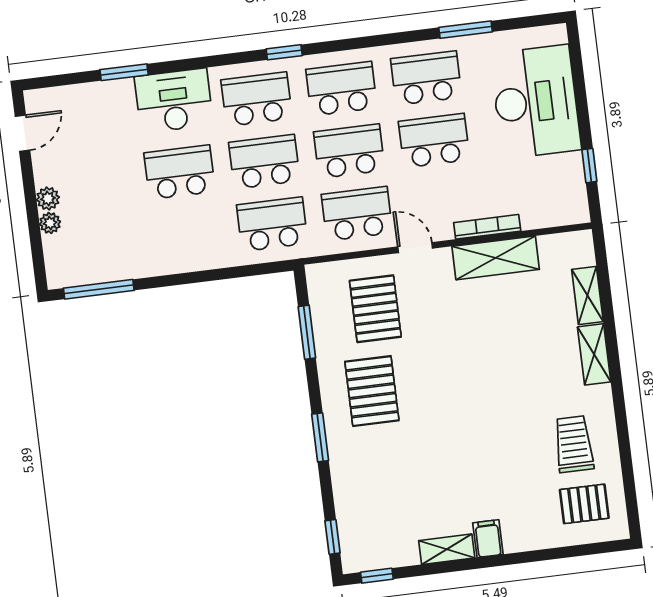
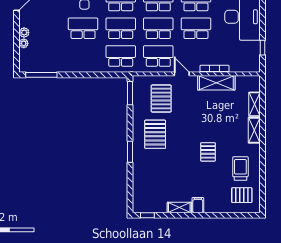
window: (307, 332) -> (130, 93), moved
pallet: (496, 416) -> (208, 152), added
window: (332, 537) -> (130, 196), removed

